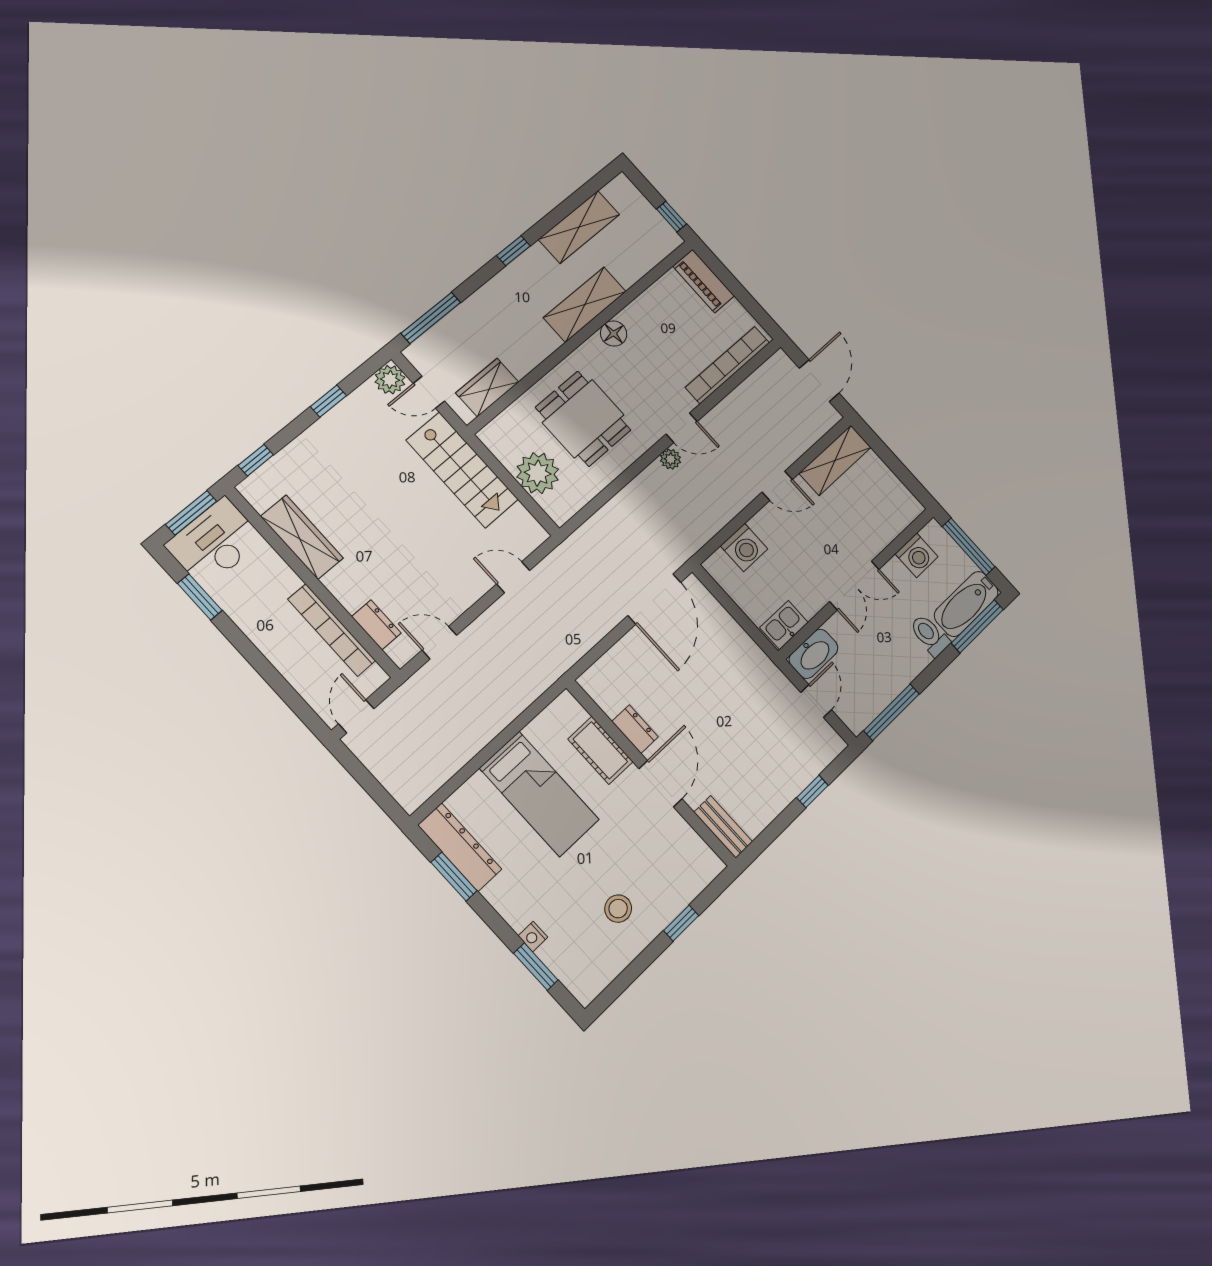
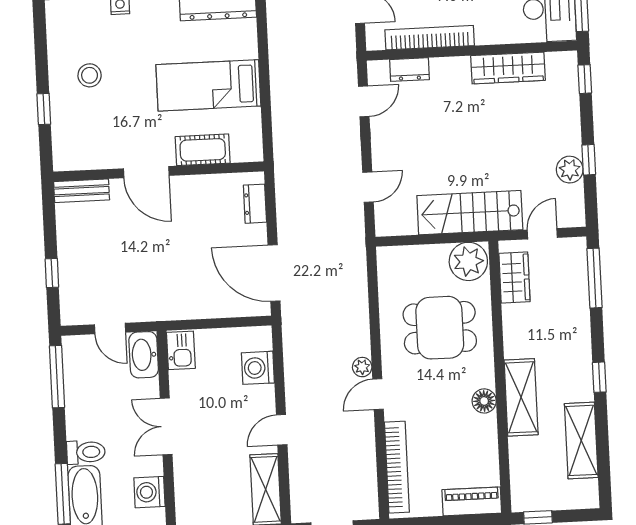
plant: (390, 380) -> (570, 170), moved
plant: (538, 473) -> (468, 261), moved
dresser: (635, 729) -> (255, 204), moved, turned 90

